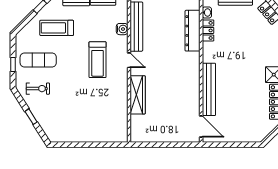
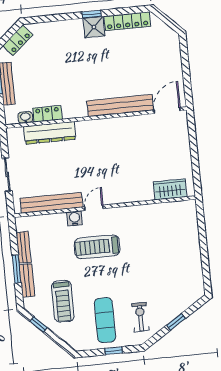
water cooler: (122, 29) -> (75, 218), moved
treadmill: (98, 60) -> (97, 247), turned 180
wardrobe: (138, 95) -> (170, 189), moved, width x0.67

